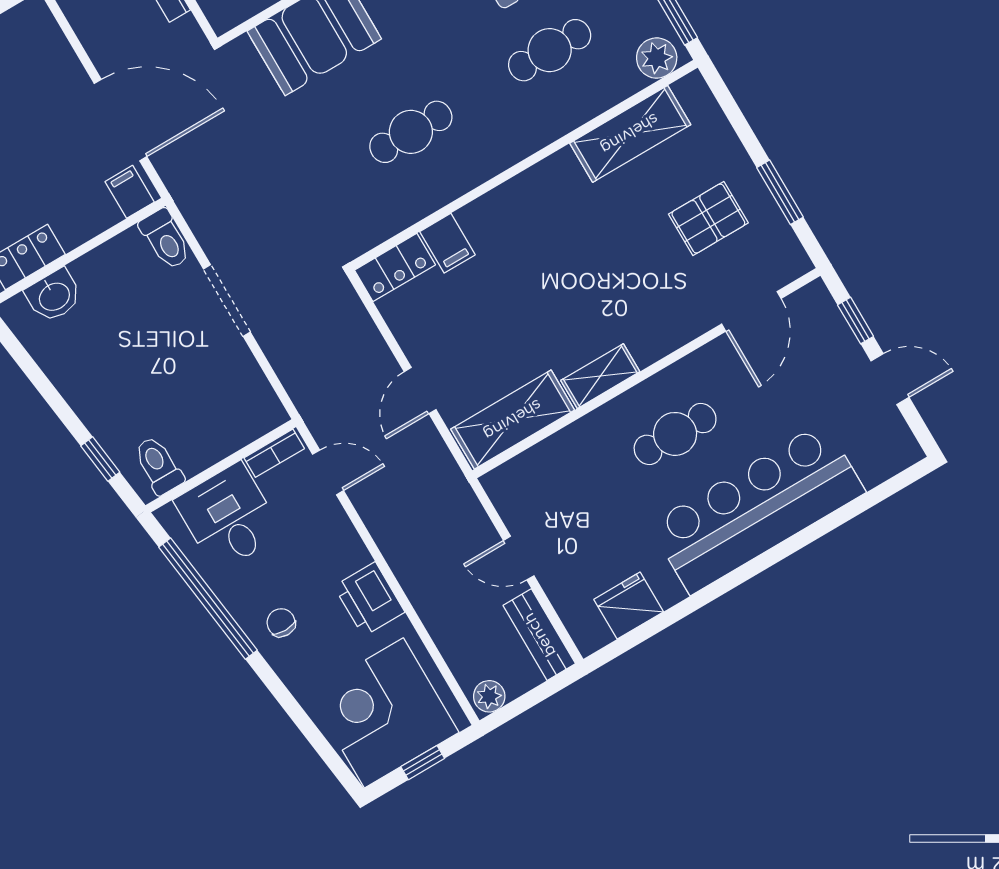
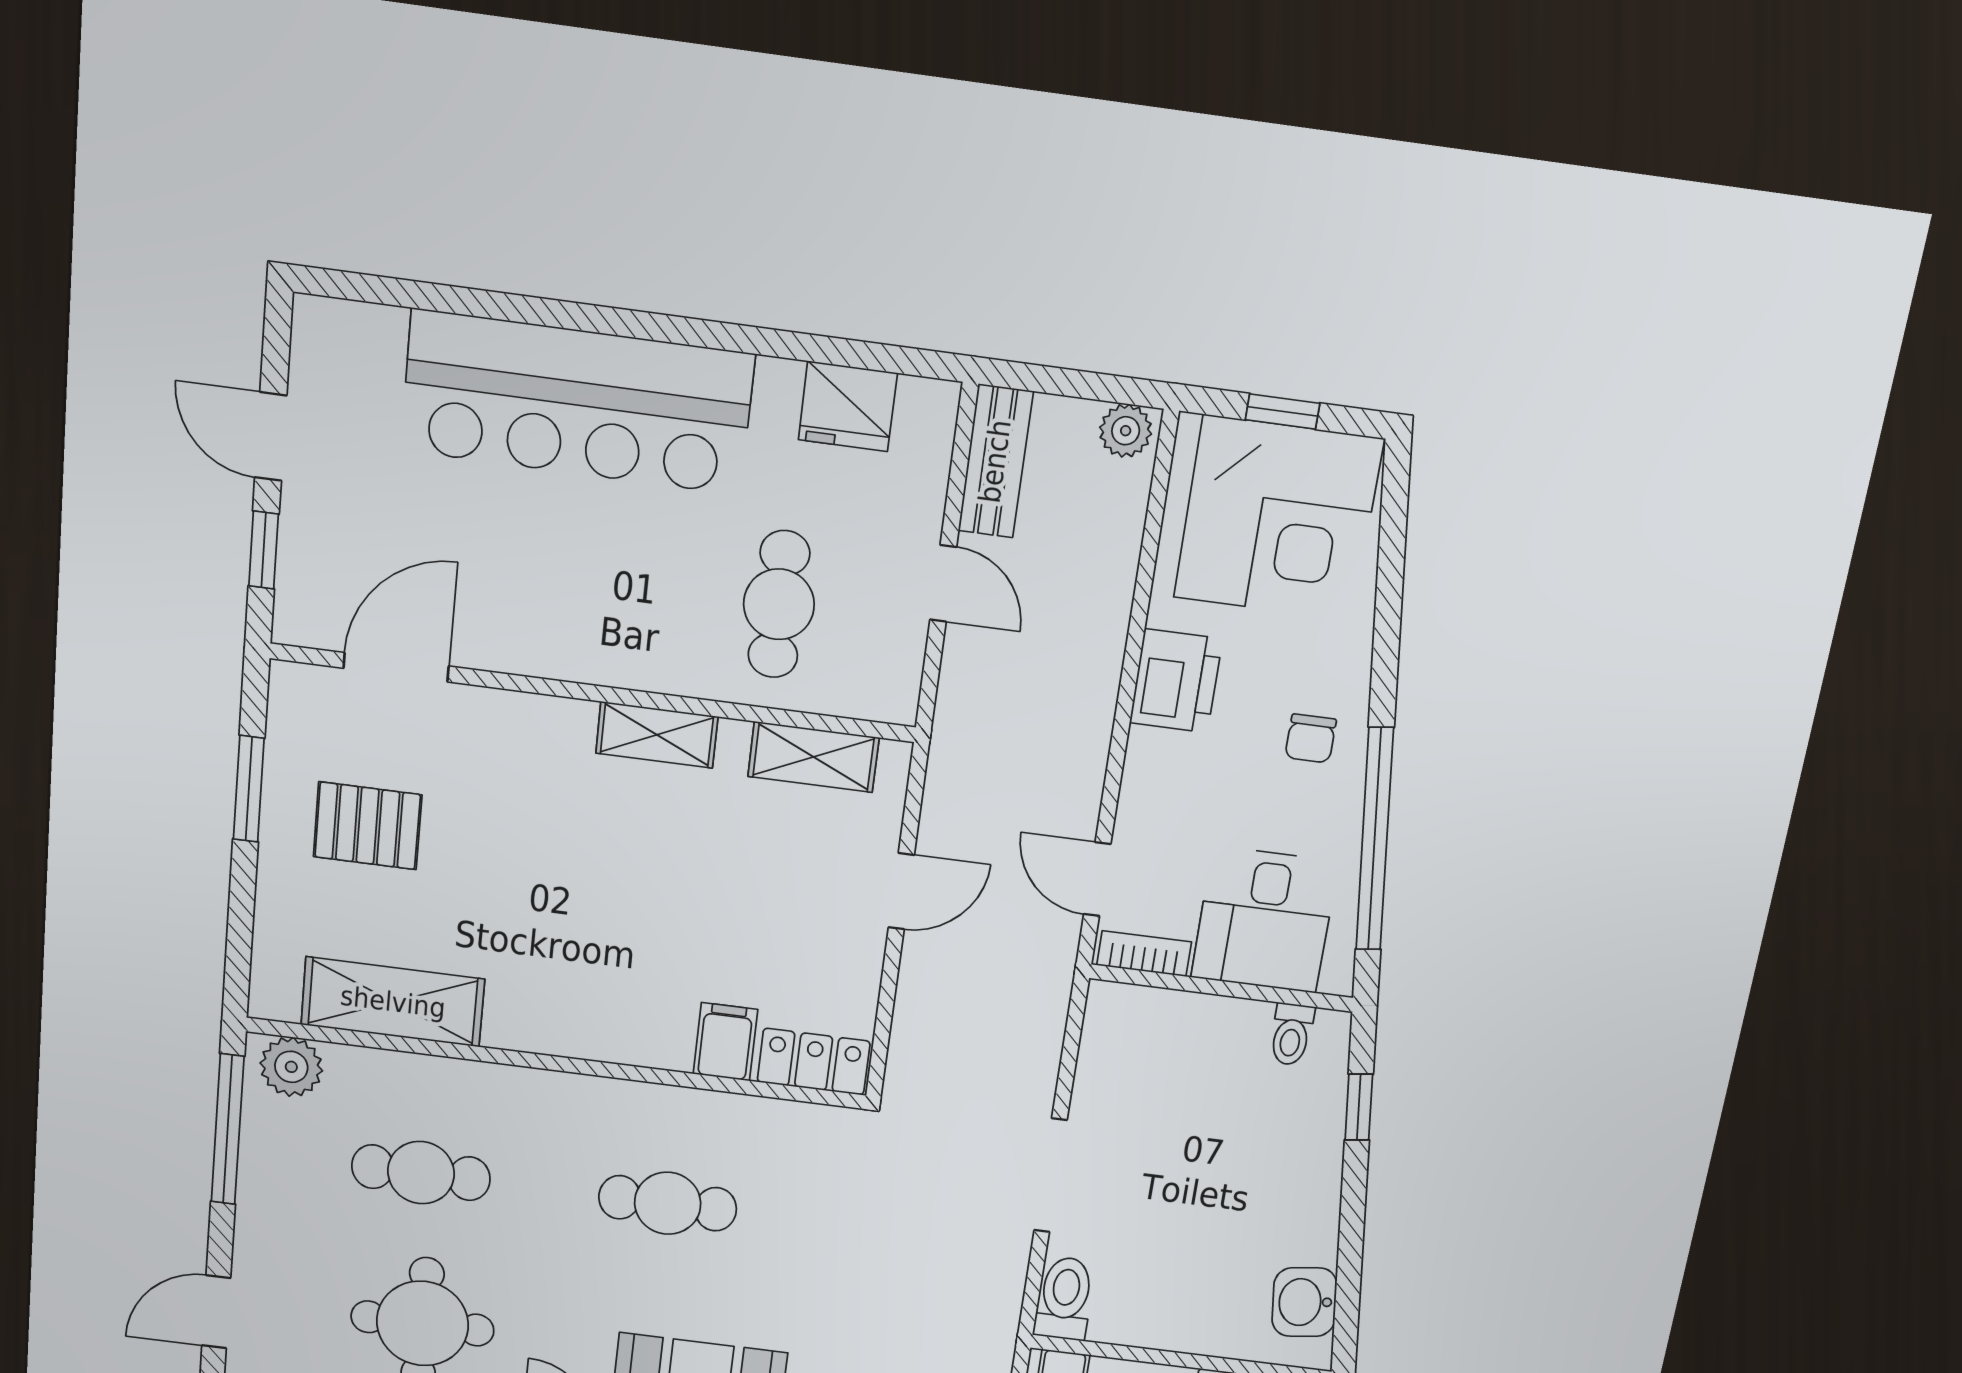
washbasin: (54, 296) -> (1304, 1302), moved, turned -97
shelving: (513, 420) -> (813, 757), width x0.67, depth x0.75
cafe table: (675, 434) -> (779, 604), moved, turned 90
toilet: (158, 465) -> (1291, 1034), width x0.73, depth x0.72

